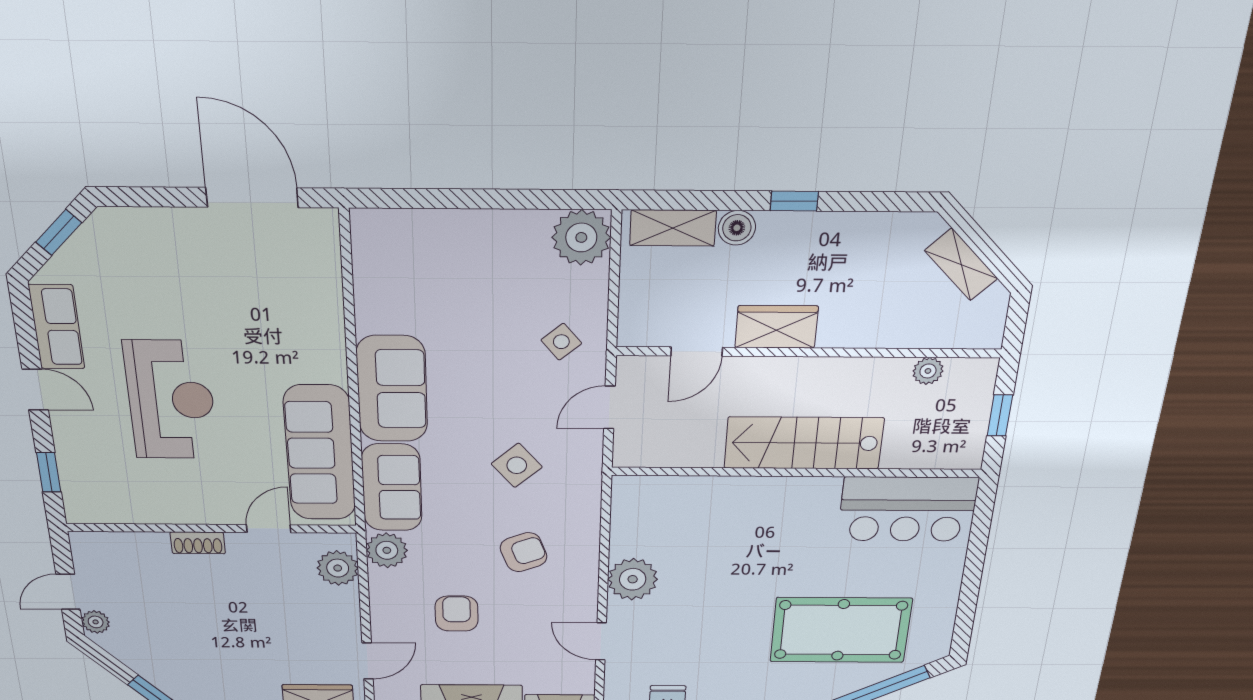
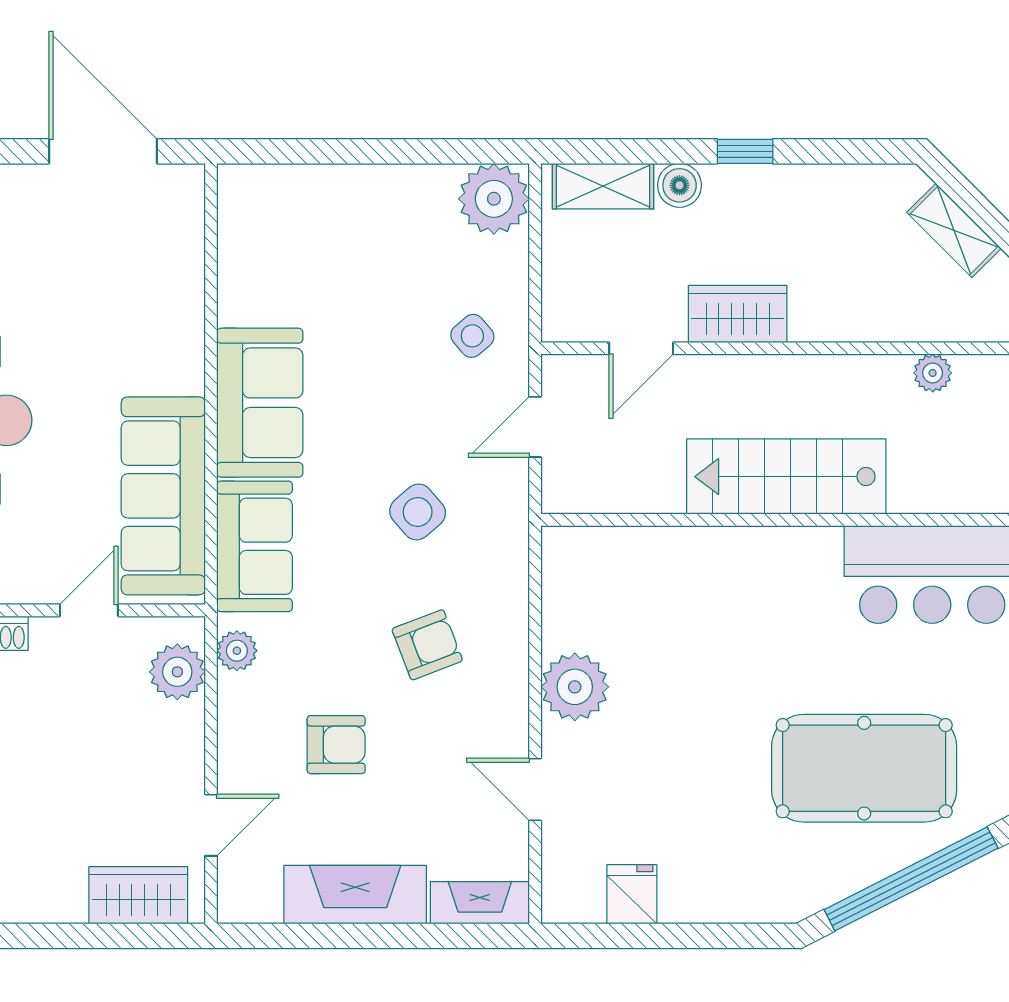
plant: (387, 550) -> (237, 651), width x0.73, depth x0.73
armchair: (457, 614) -> (336, 745), turned 90

